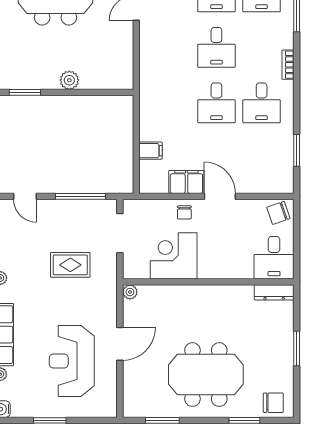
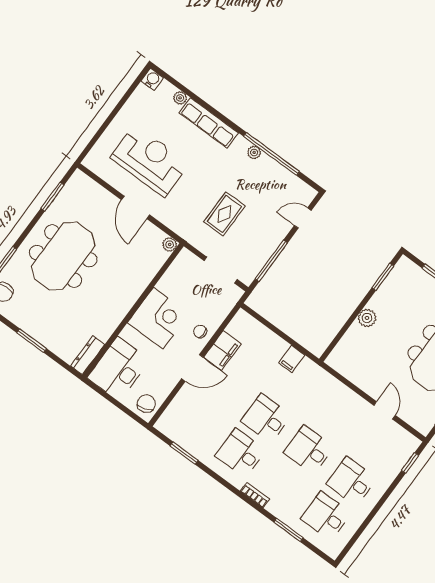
filing cabinet: (151, 151) -> (292, 359), moved
corner desk: (174, 256) -> (158, 318), moved
desk: (274, 258) -> (119, 369), width x1.37
window: (50, 420) -> (116, 110), removed

